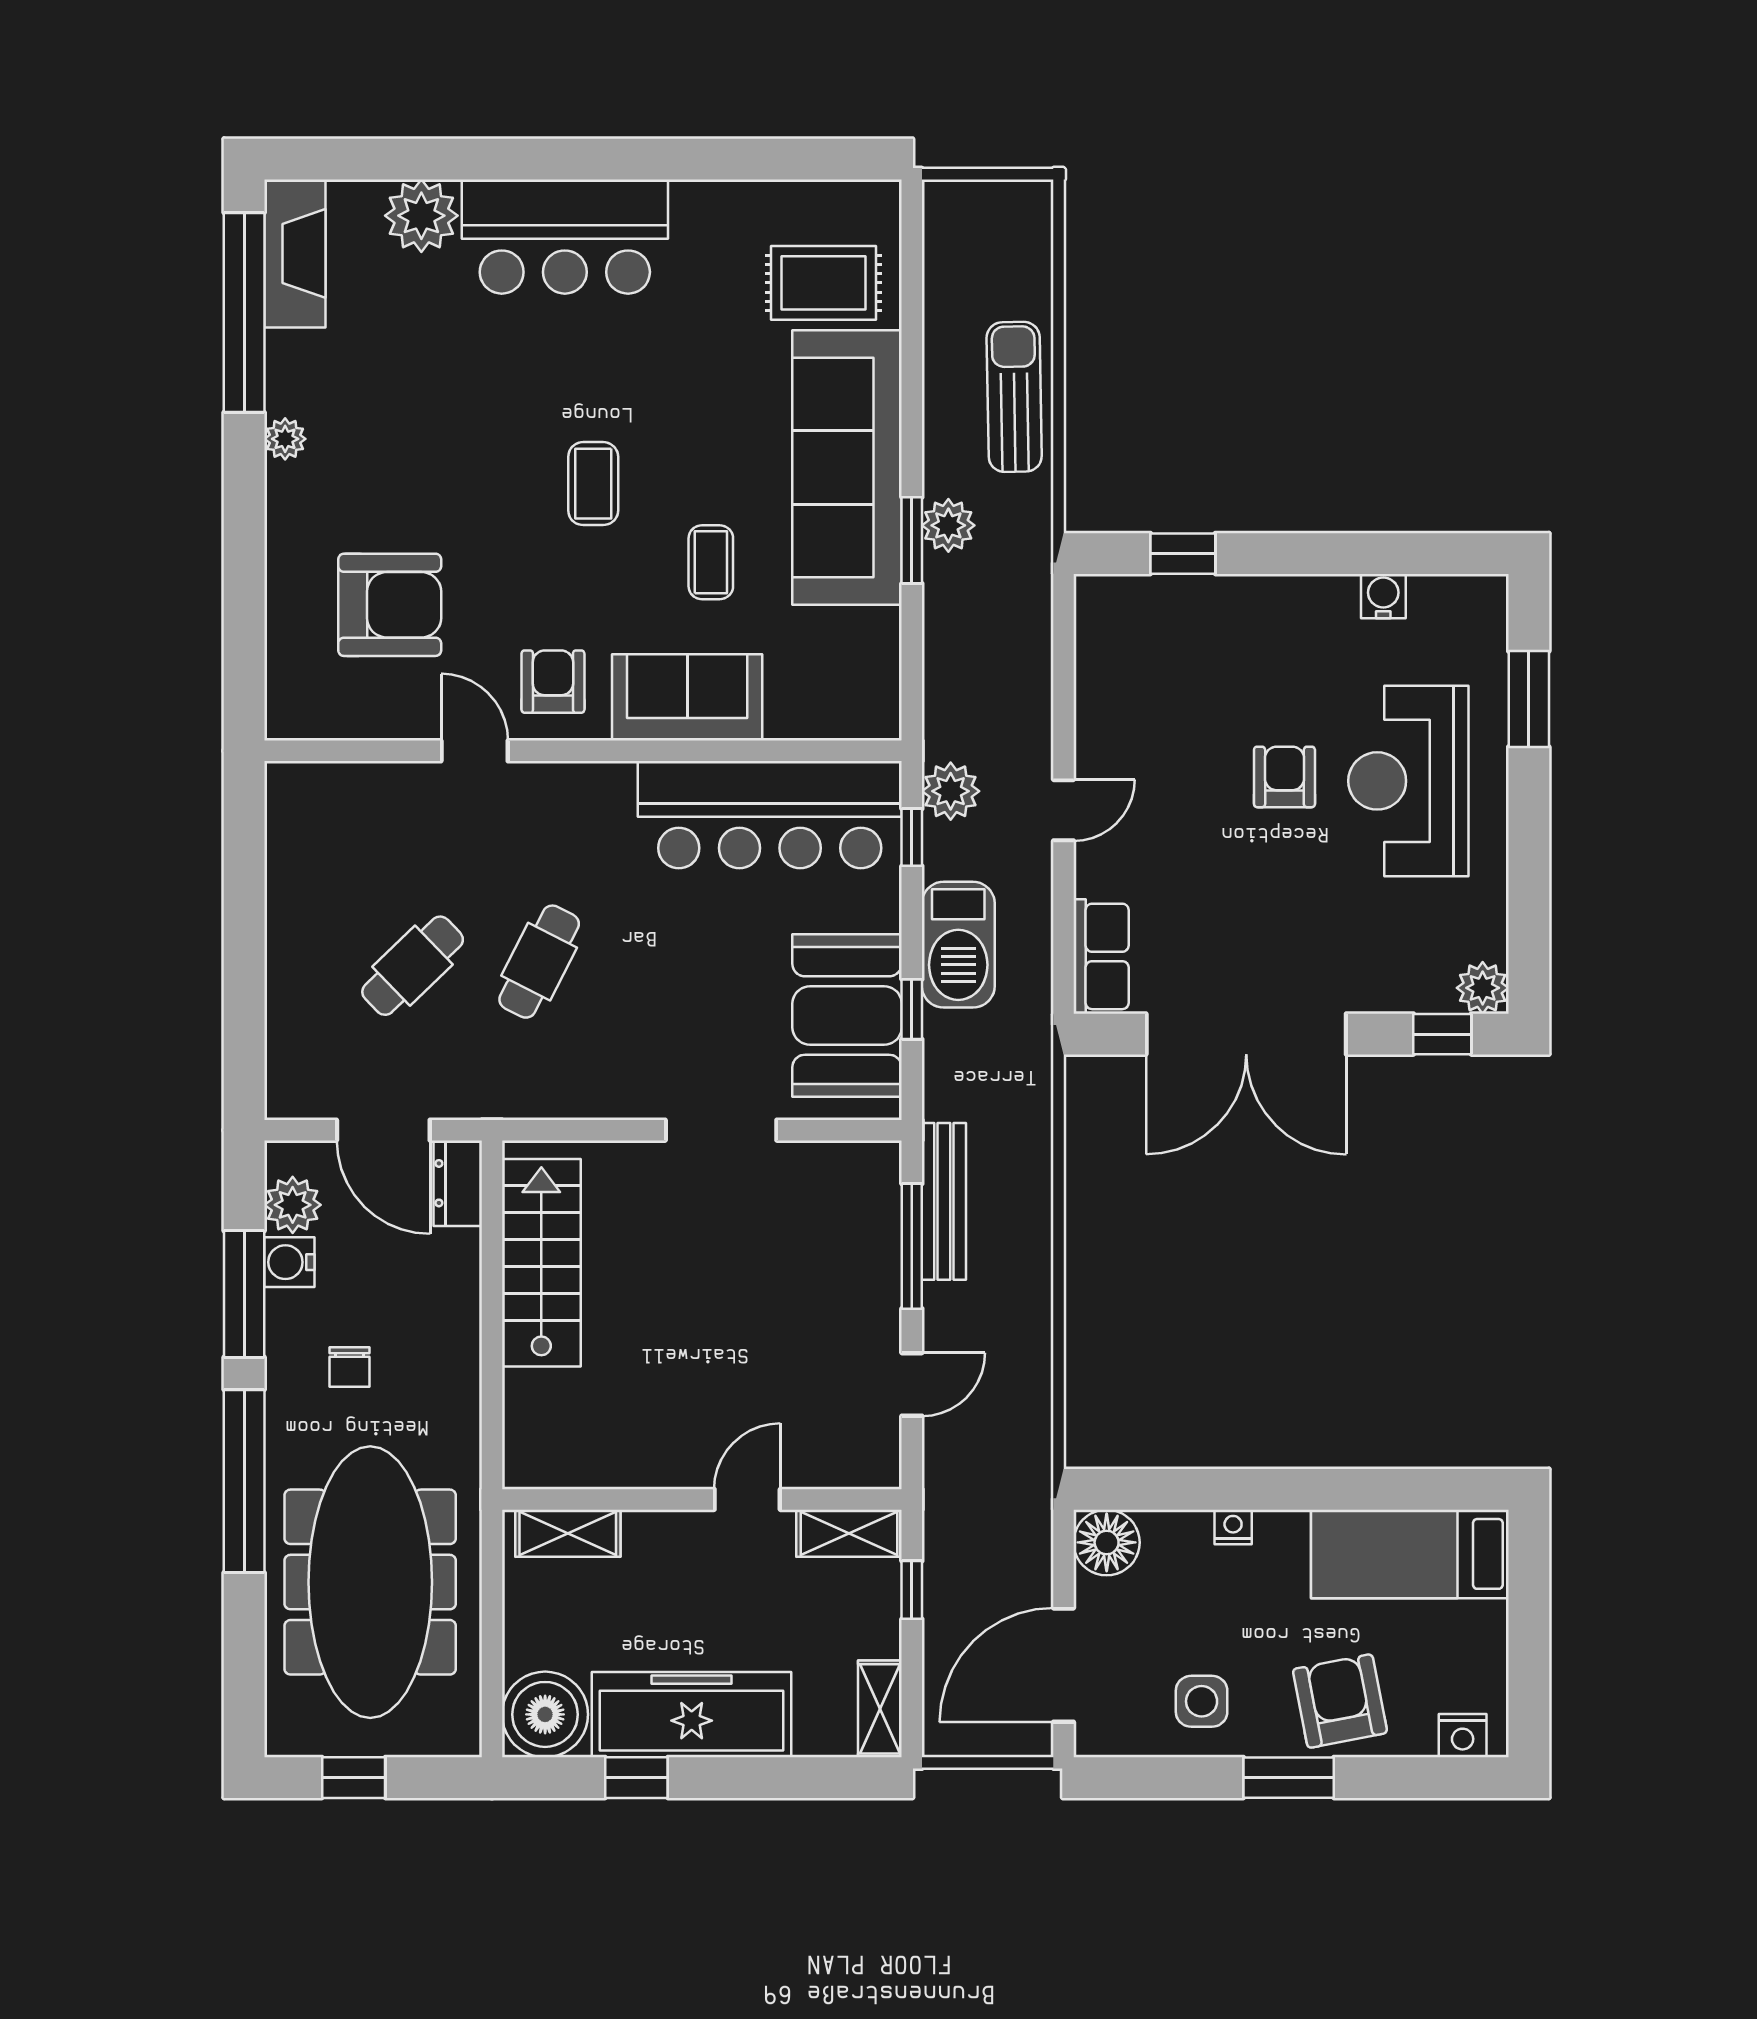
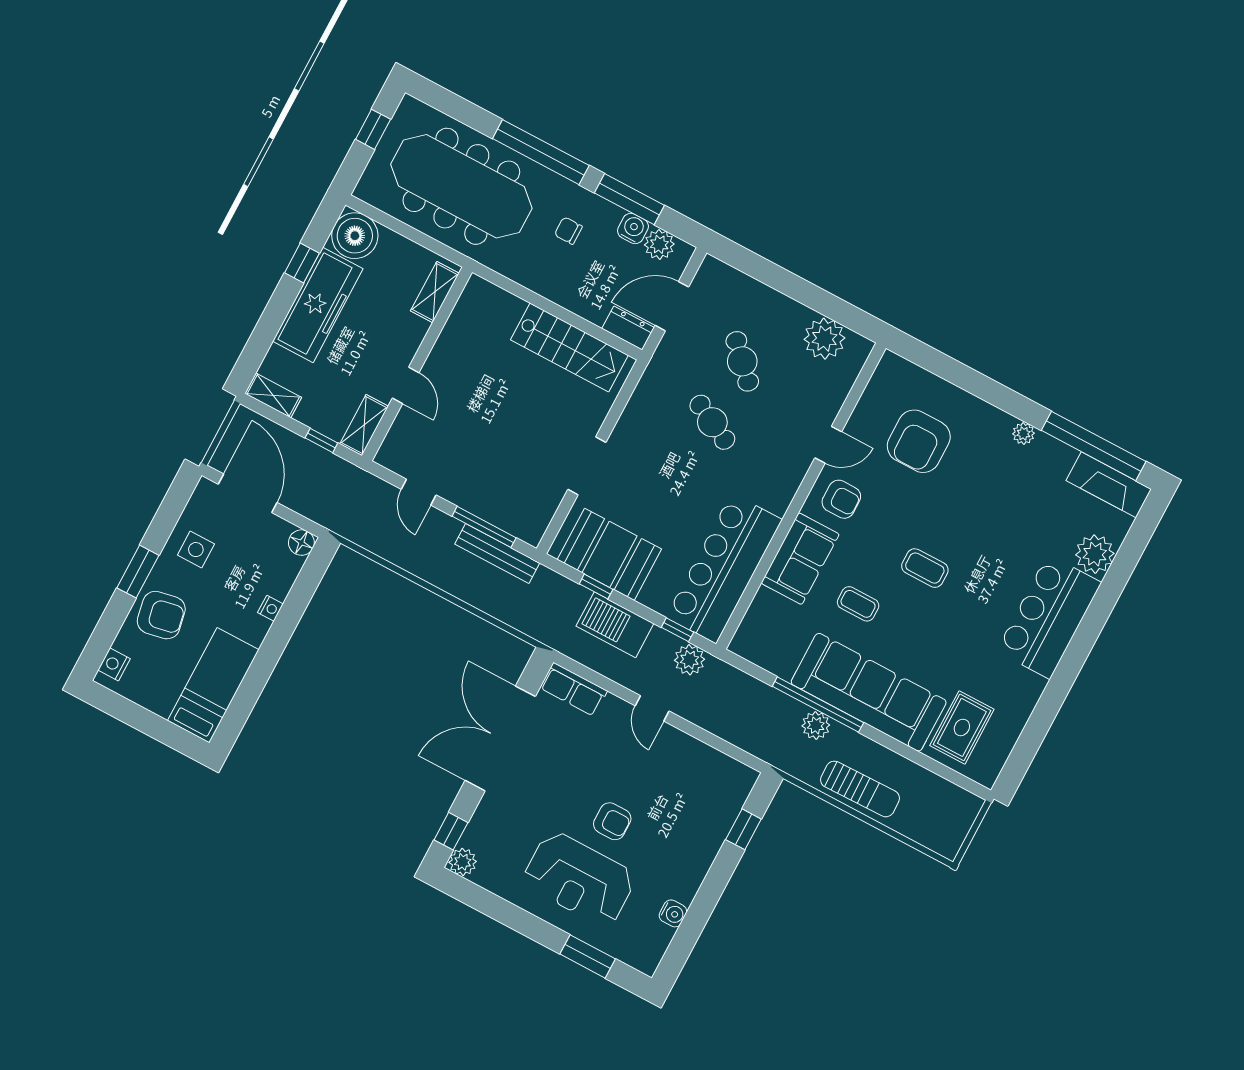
window: (912, 540) -> (818, 704), width x2.11
reception desk: (1408, 781) -> (579, 879), turned 180
plant: (303, 850) -> (824, 339), added
floor lamp: (1107, 1542) -> (301, 543), width x0.73, depth x0.73

